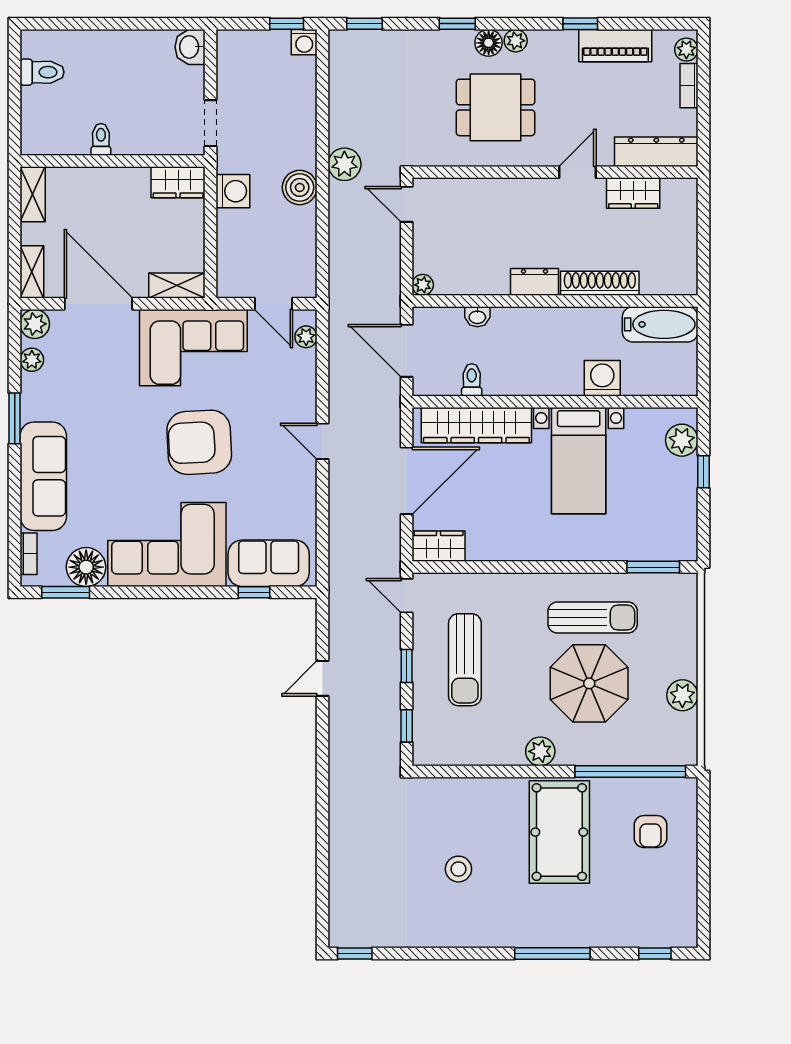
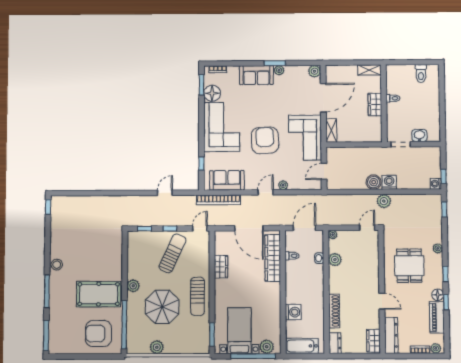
window: (457, 24) -> (445, 274), moved
plant: (516, 41) -> (438, 248), moved
floor lamp: (489, 43) -> (438, 295), moved
washbasin: (190, 47) -> (419, 136), moved
wardrobe: (178, 182) -> (375, 105), moved
washing machine: (233, 191) -> (389, 182), moved, turned 180
wardrobe: (633, 193) -> (373, 341), moved
shelving: (32, 272) -> (336, 70), removed
plant: (481, 280) -> (335, 260), added
dresser: (534, 282) -> (335, 343), moved
bathtub: (660, 324) -> (302, 346), moved, turned 90
plant: (306, 337) -> (283, 185), moved
plant: (32, 360) -> (279, 70), moved
bed with nightstands: (579, 461) -> (239, 331), moved, turned 90
window: (704, 472) -> (253, 356), width x3.17
sofa: (43, 476) -> (256, 75), width x0.73
wardrobe: (439, 546) -> (221, 267), moved
bookcase: (340, 552) -> (218, 200), added
sofa: (269, 563) -> (227, 180), moved, turned -90
sun lounger: (593, 617) -> (198, 296), moved
sun lounger: (465, 660) -> (172, 253), turned 115
door: (323, 678) -> (165, 193), hinge flipped
armchair: (650, 832) -> (98, 333), width x1.88, depth x1.88
stool: (458, 869) -> (57, 265), moved
window: (655, 954) -> (46, 336), width x2.17

